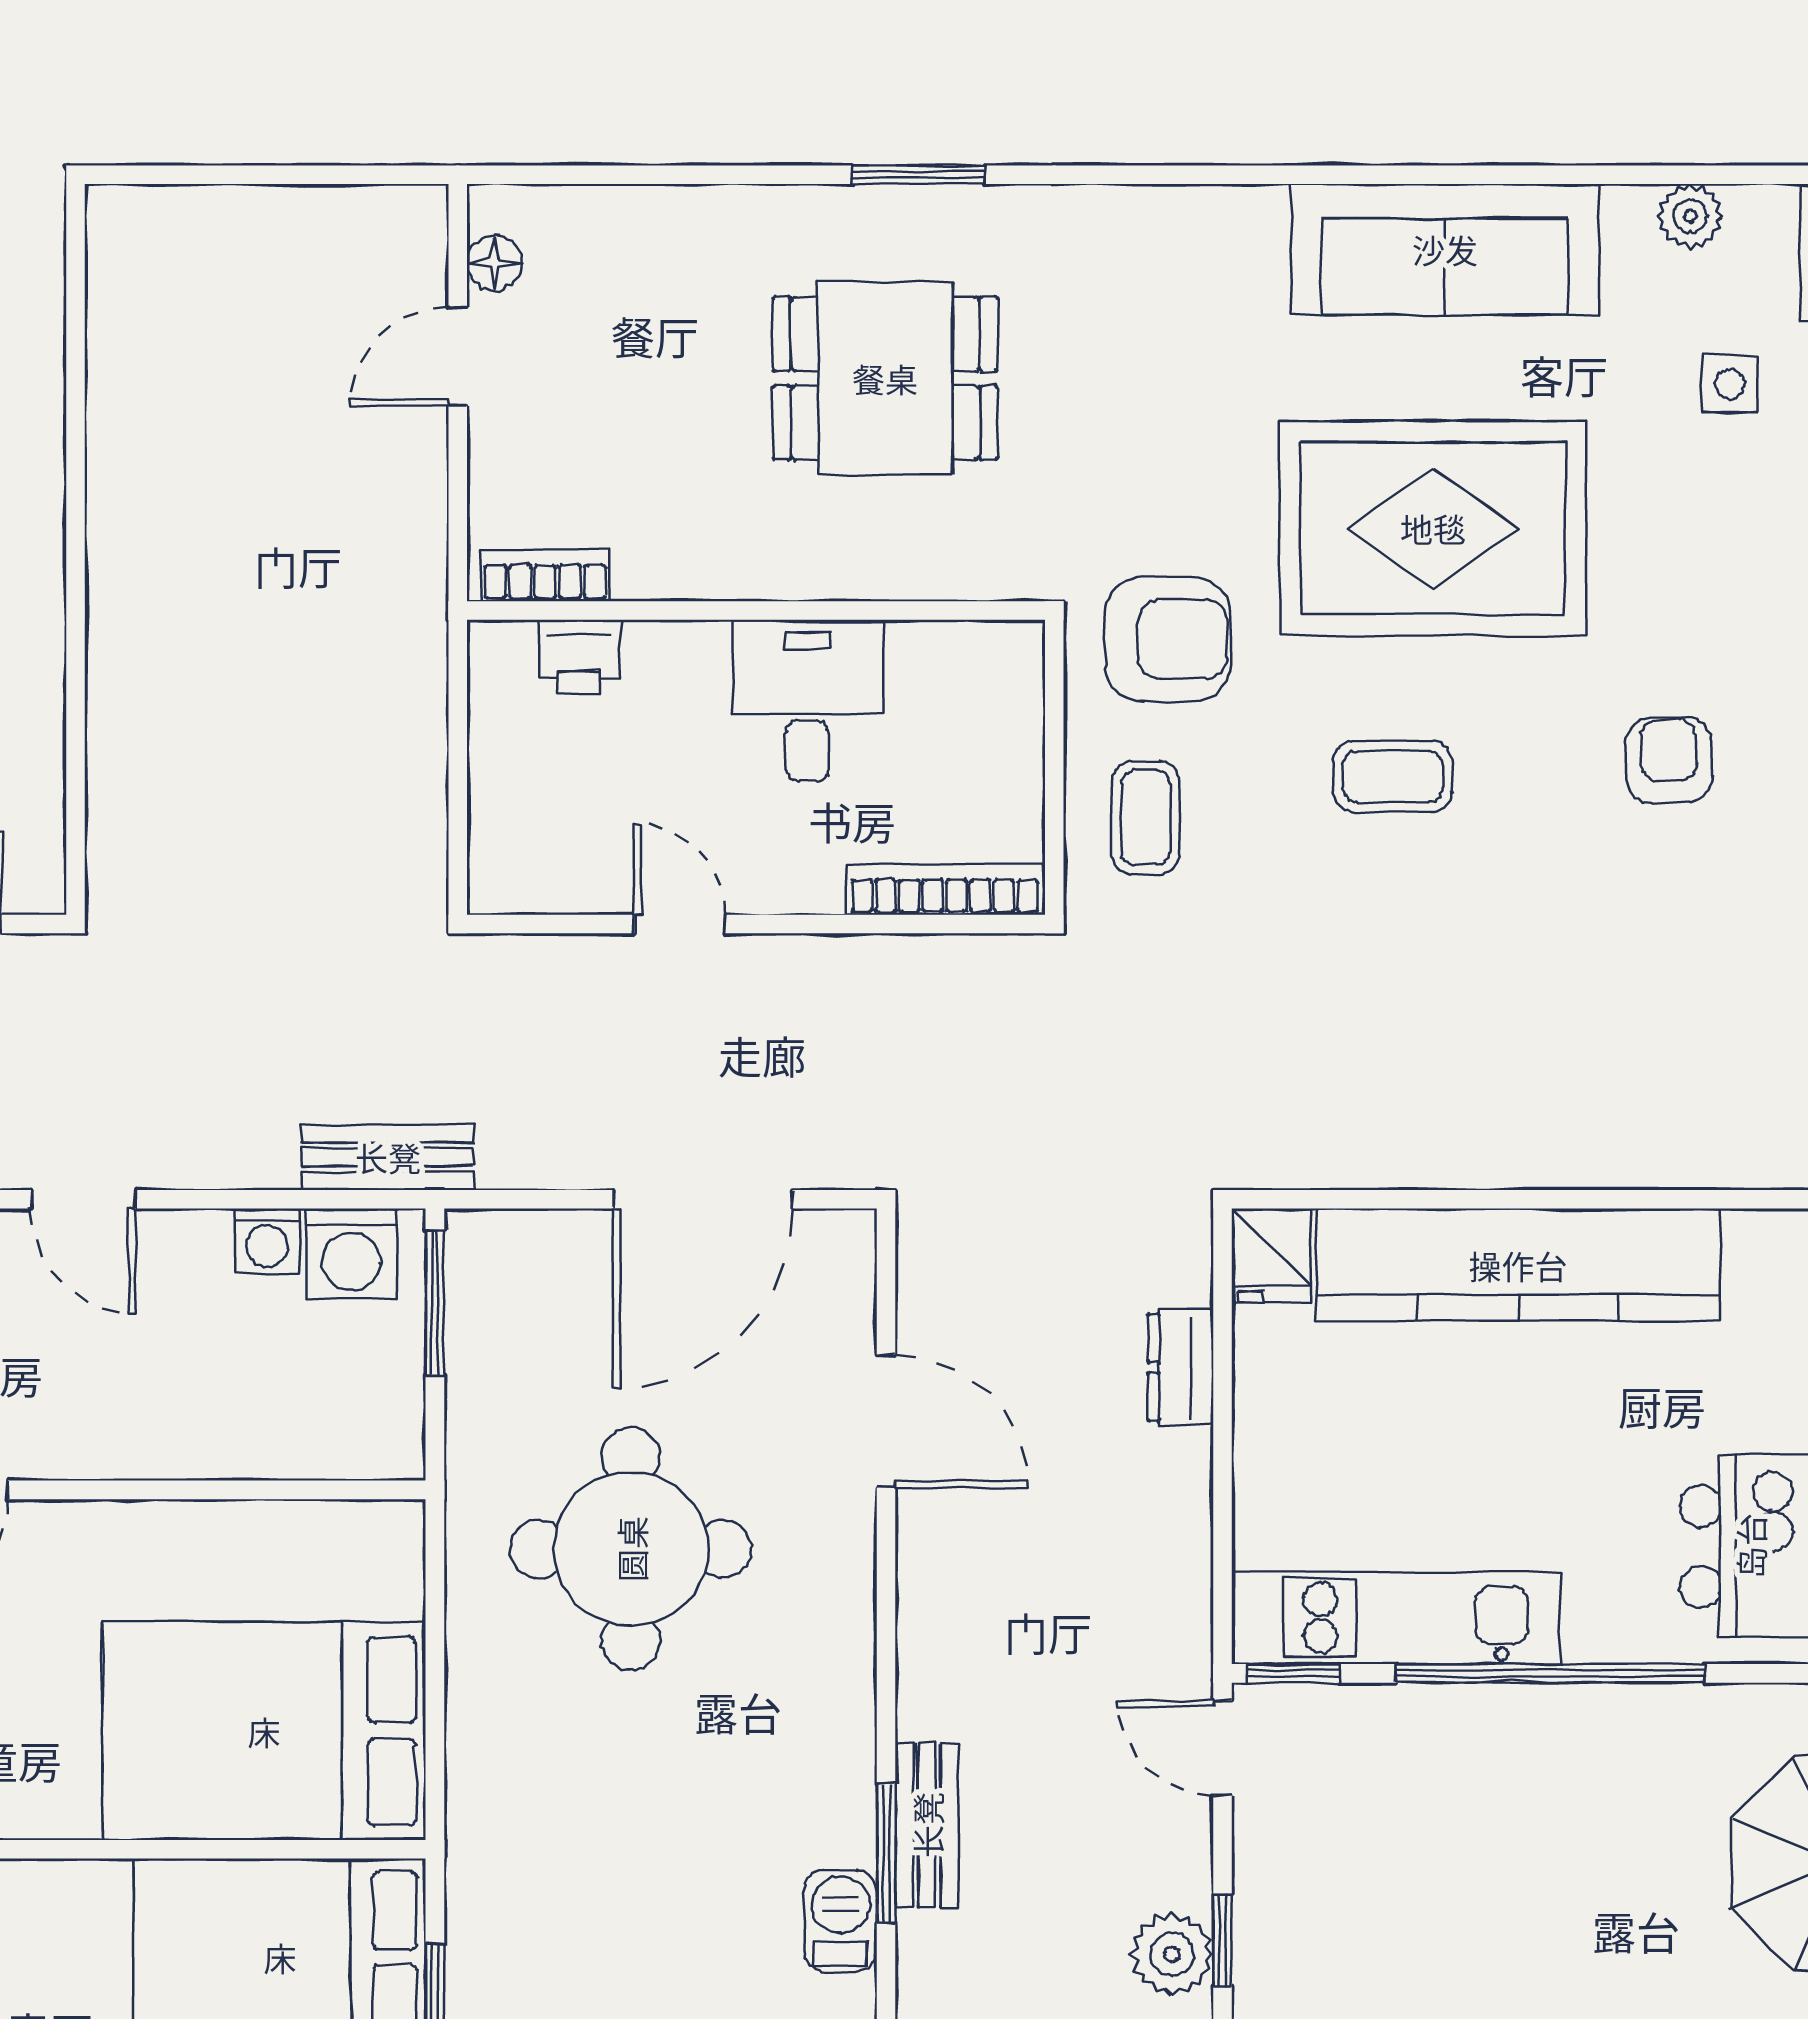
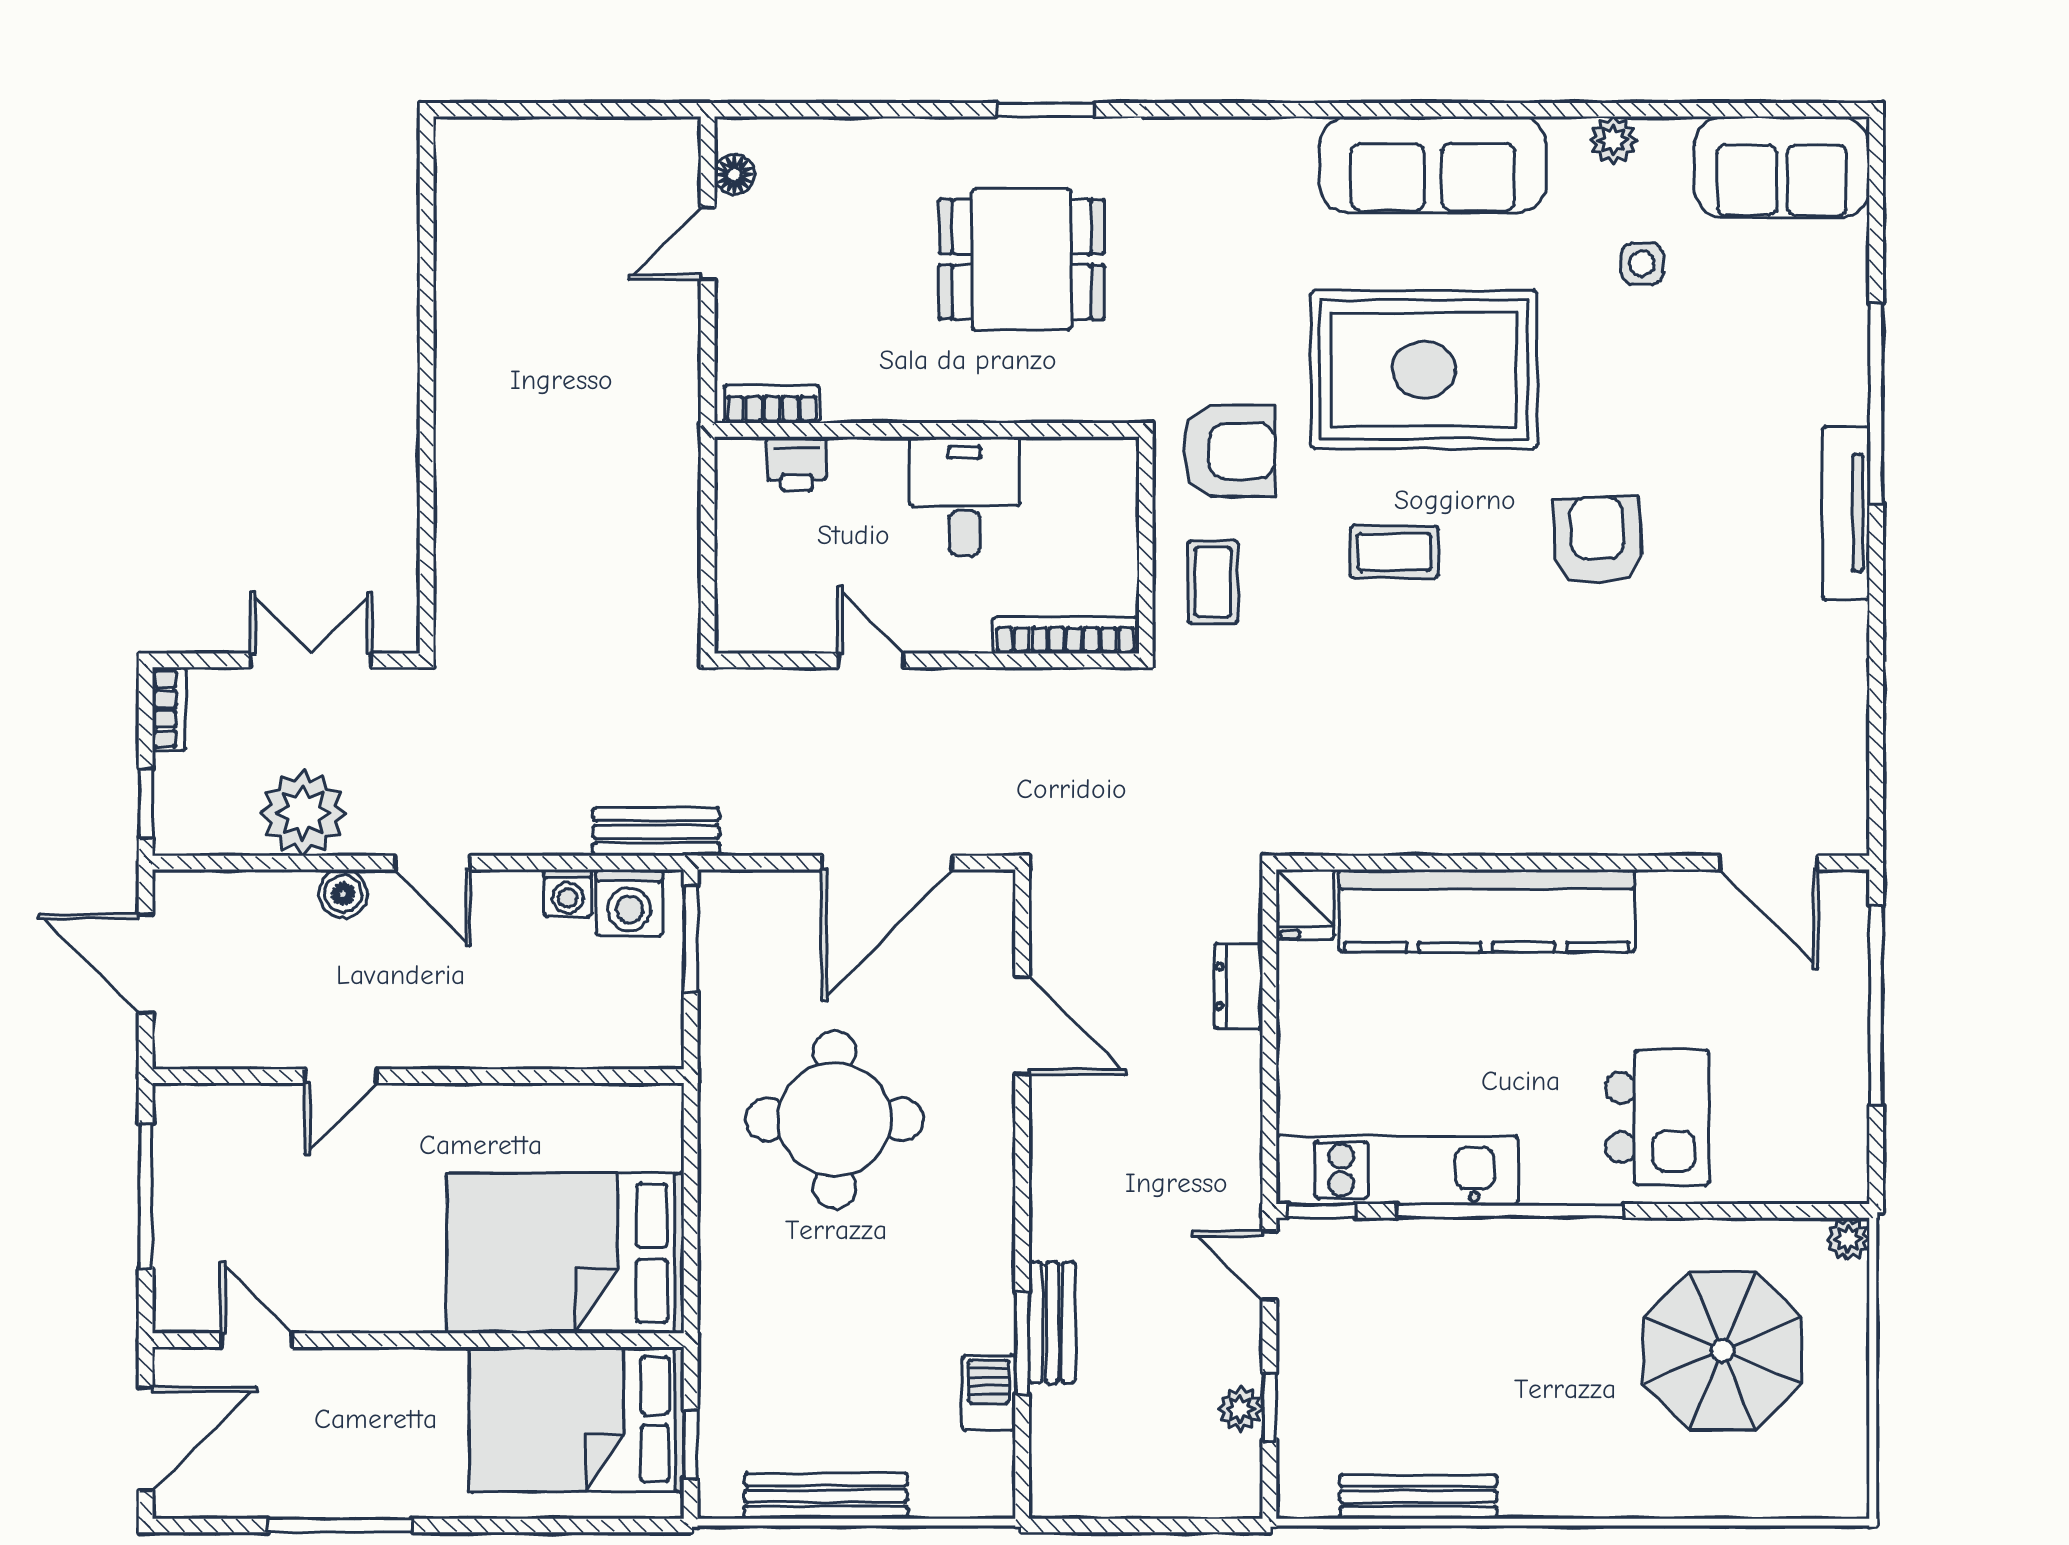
armchair: (1669, 761) -> (1597, 540), width x1.38, depth x1.38
plant: (1172, 1954) -> (1241, 1409), width x0.73, depth x0.73

